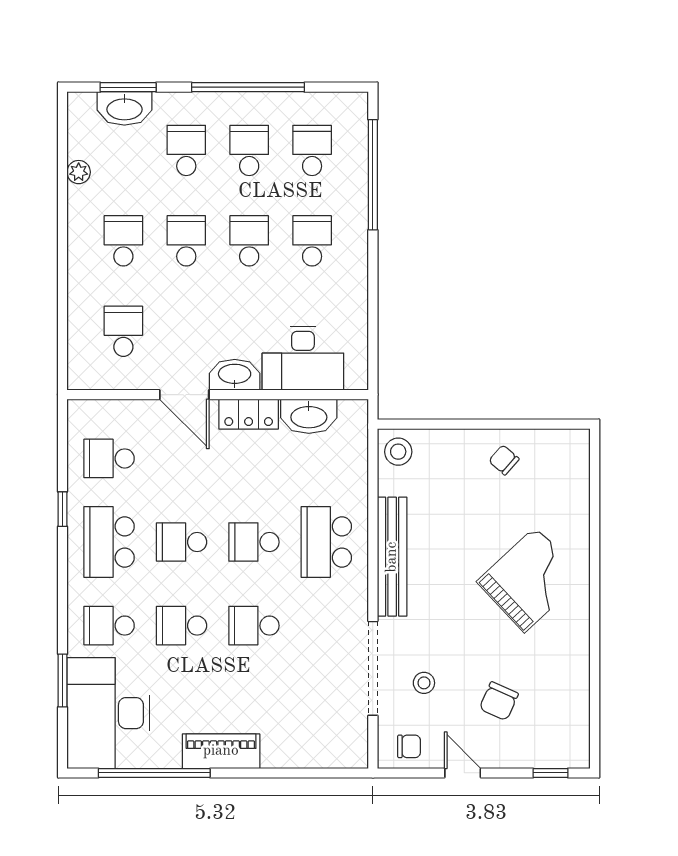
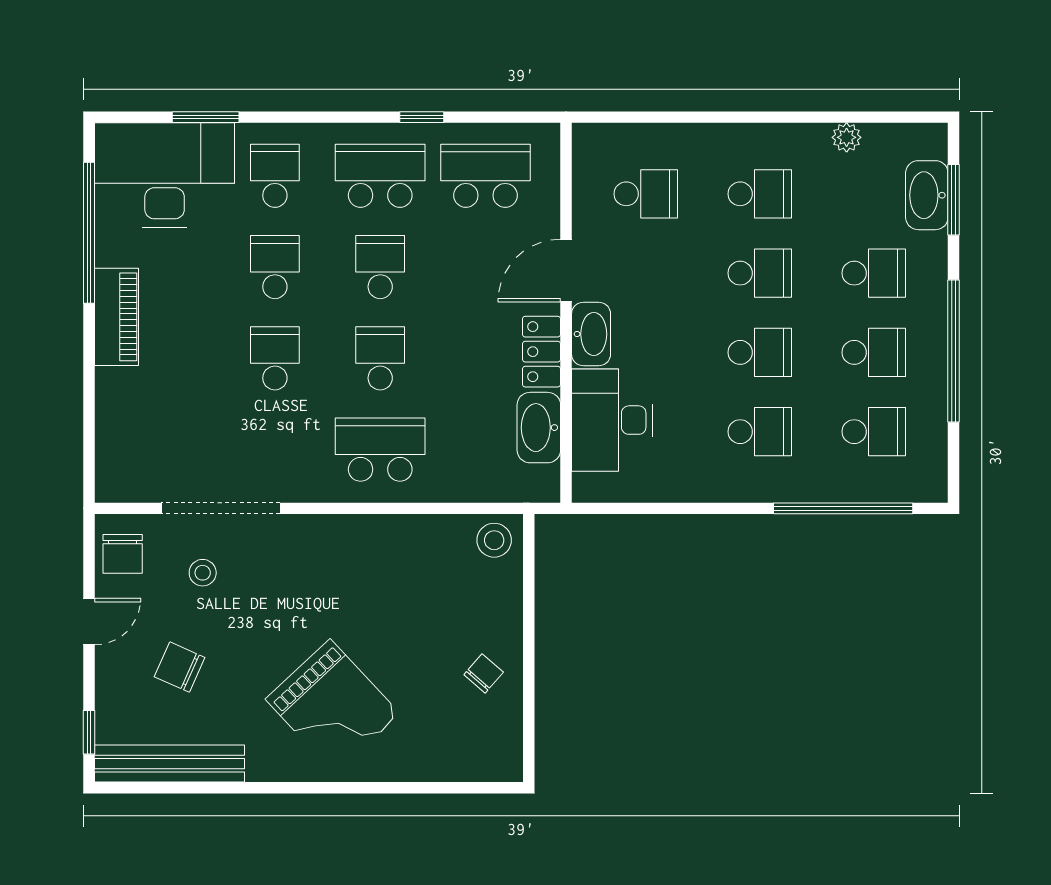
school desk: (109, 458) -> (486, 176), width x1.85
bench: (392, 557) -> (170, 764), moved
chair: (409, 746) -> (123, 554), width x1.37, depth x1.37

